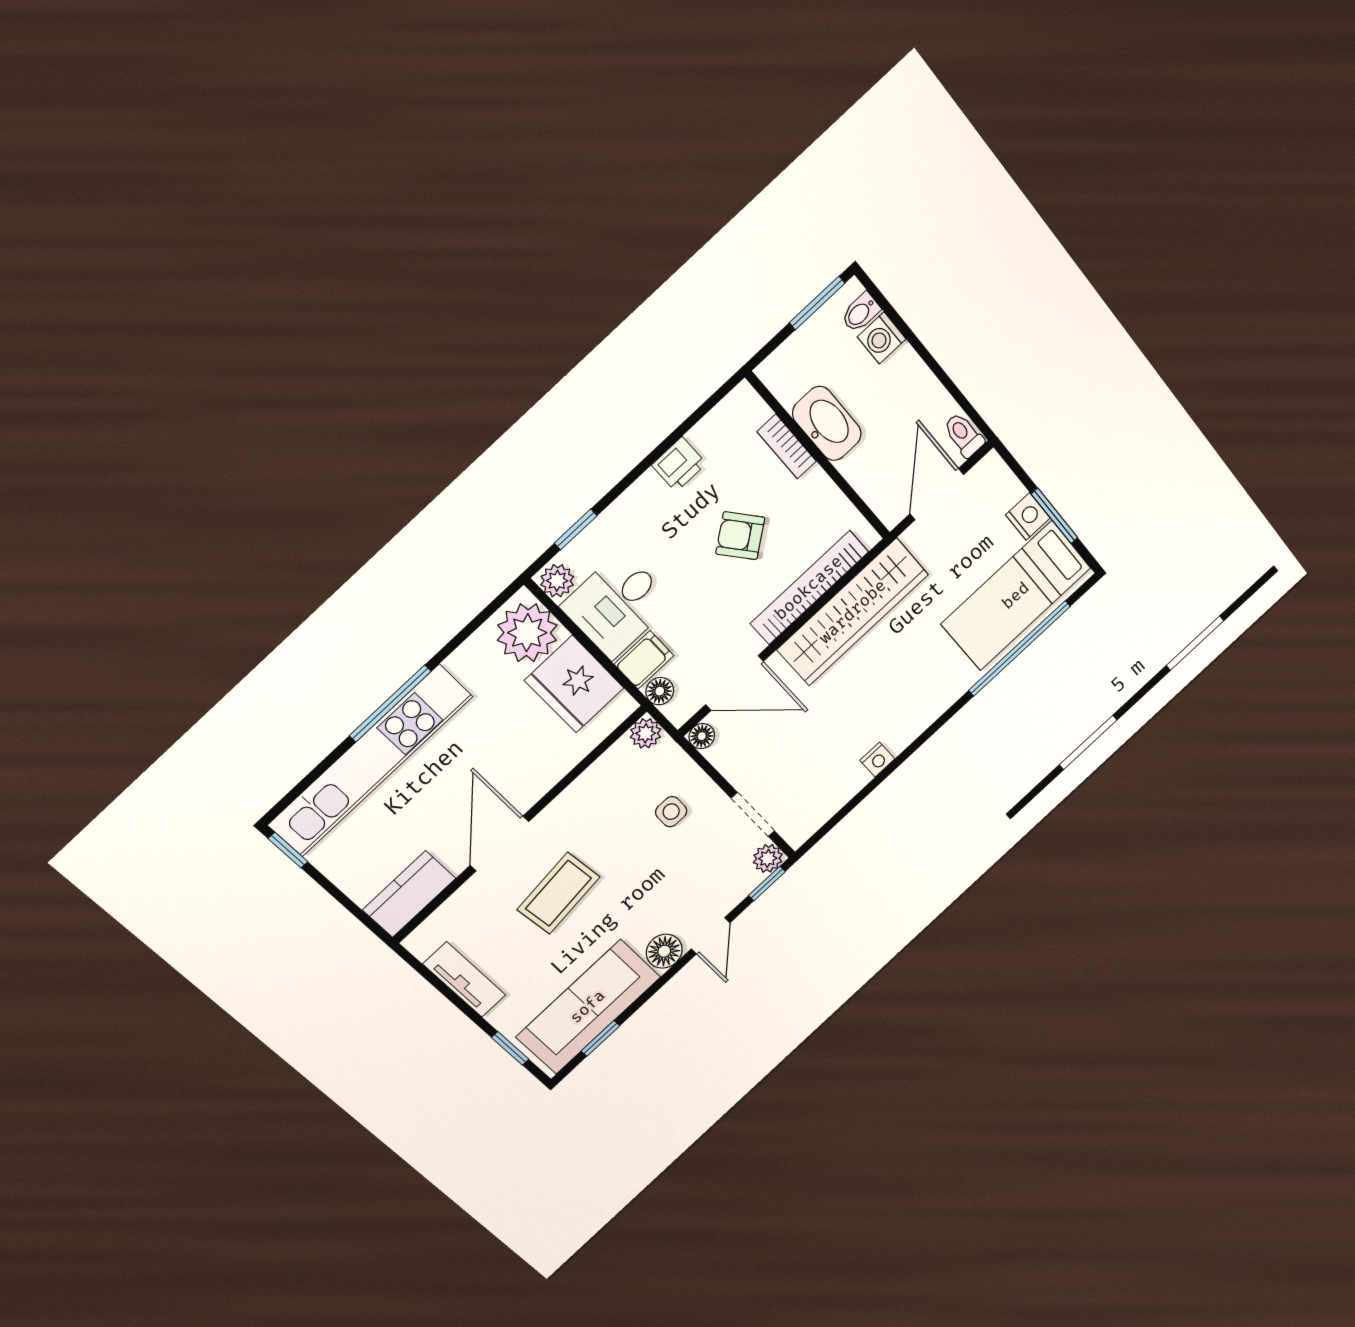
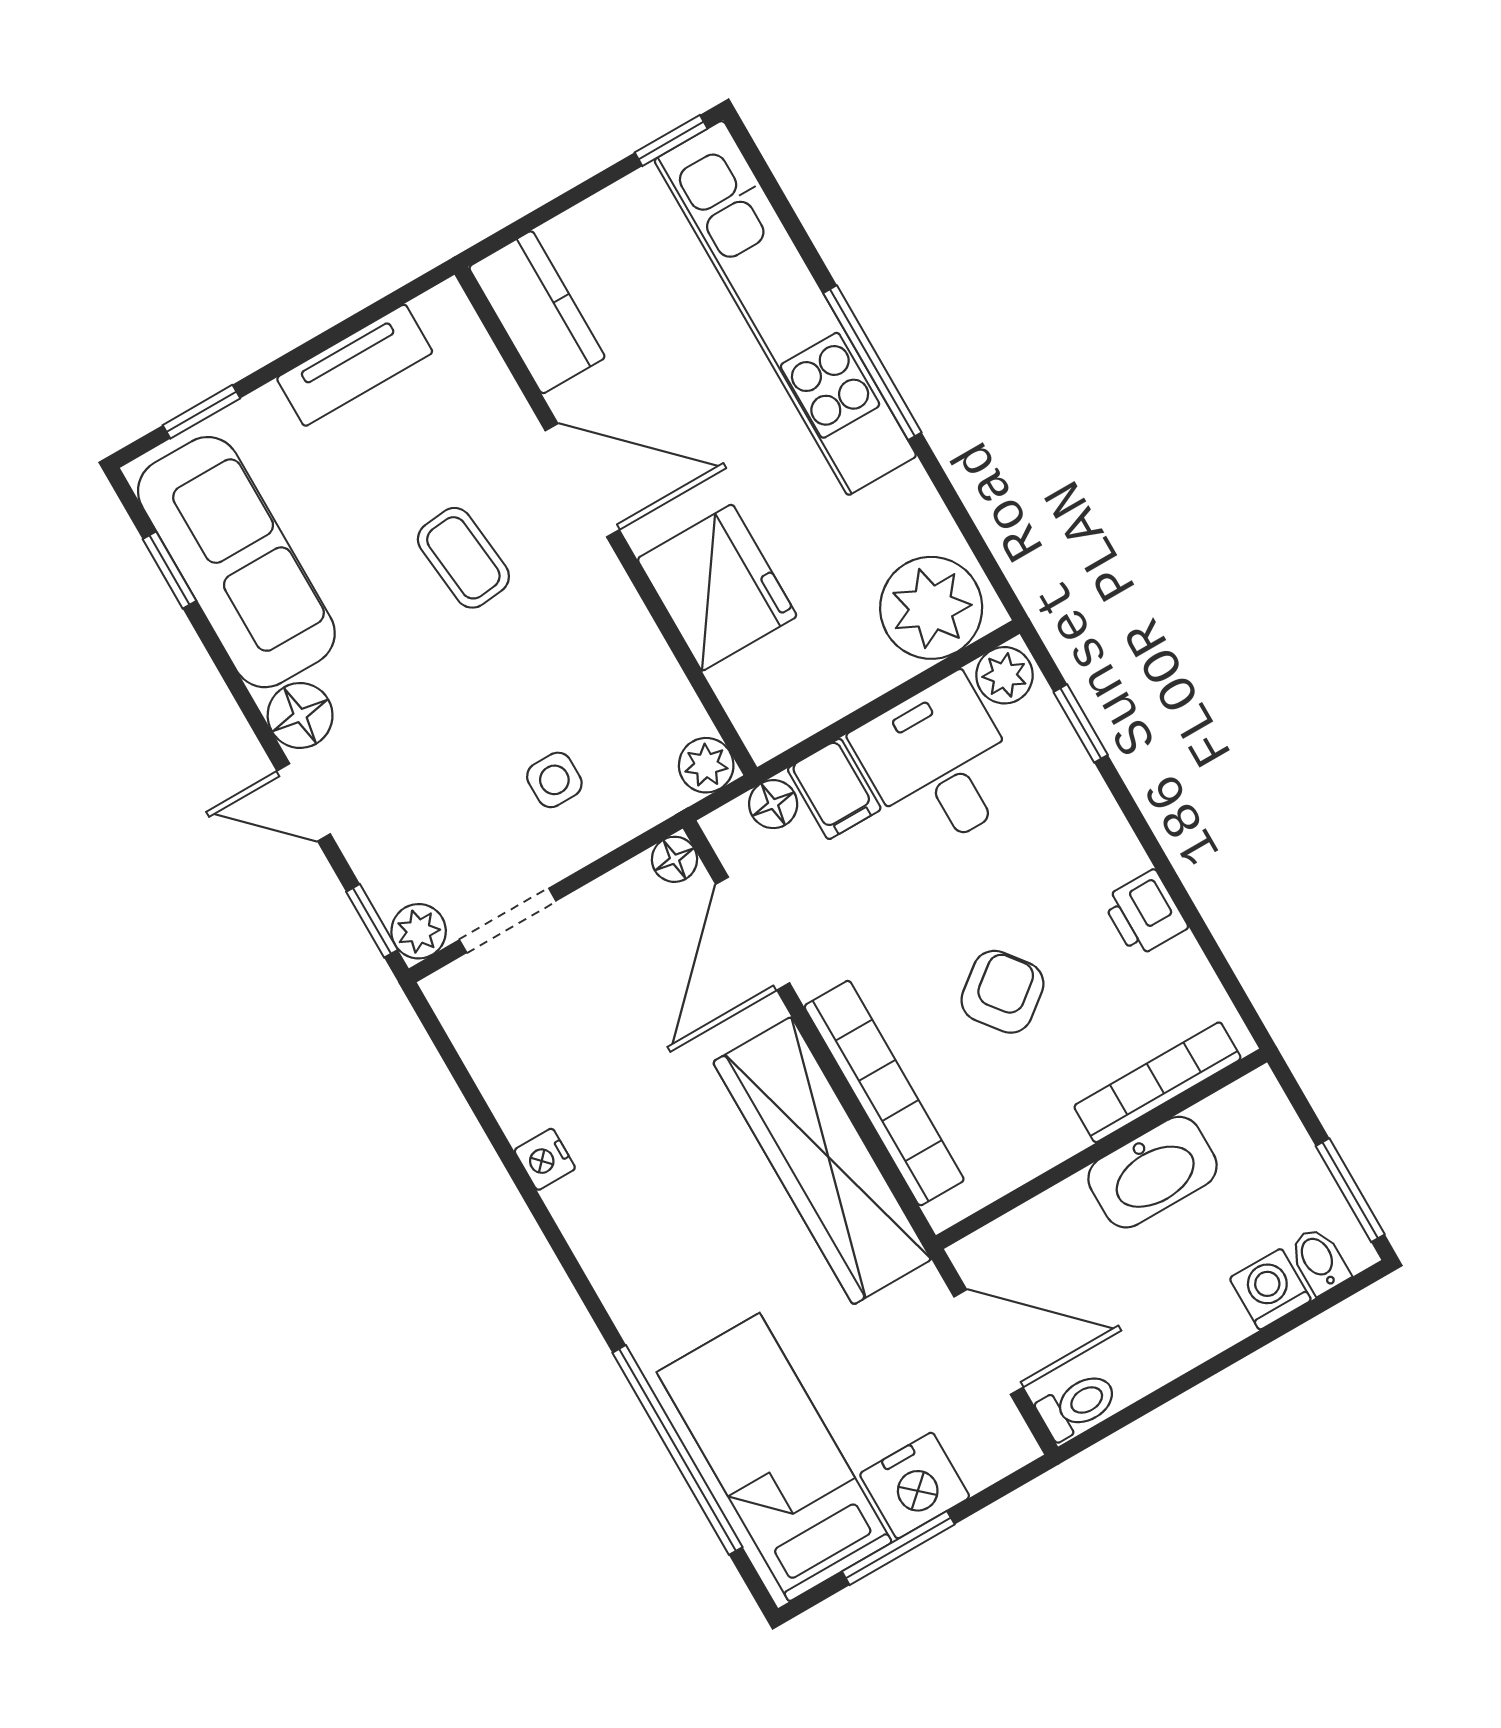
bookcase: (787, 446) -> (1158, 1082), width x1.56
nightstand: (1028, 516) -> (915, 1486), width x1.36, depth x1.33
fridge: (574, 684) -> (717, 588), moved, turned 90
coffee table: (558, 893) -> (463, 558), width x0.73, depth x0.77

